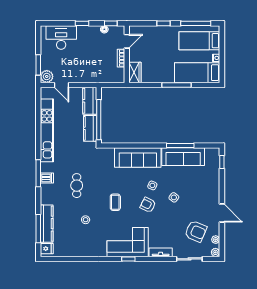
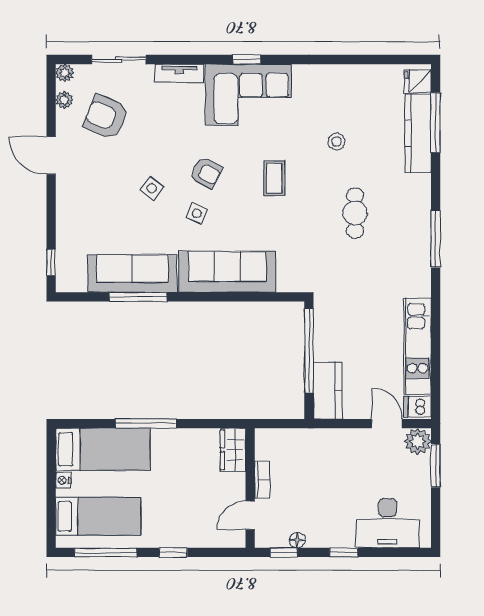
kitchen counter: (90, 128) -> (327, 333), removed
kitchen unit: (47, 130) -> (417, 346), width x0.73
dishwasher: (47, 178) -> (417, 407), moved

